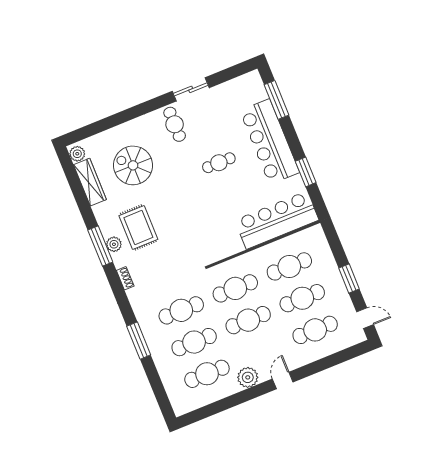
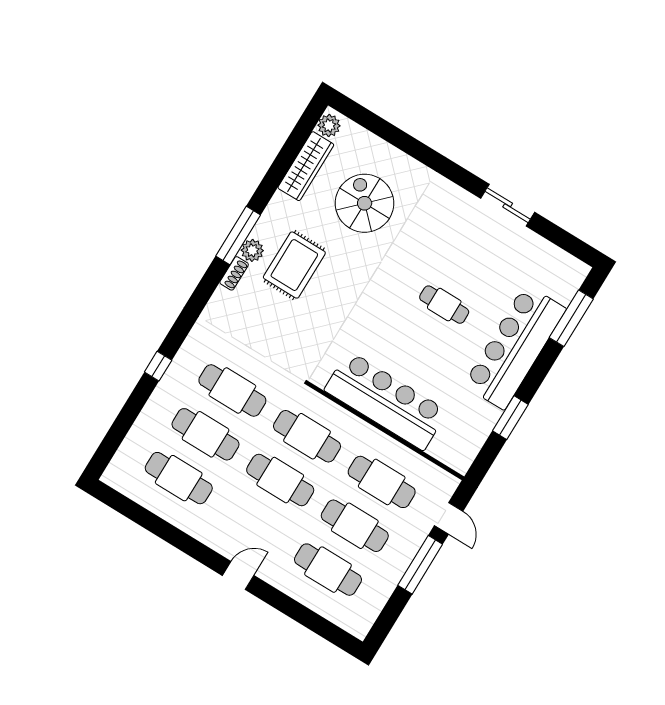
cafe table: (175, 124) -> (451, 217), removed
bar counter: (277, 220) -> (386, 401), moved
shoe rack: (125, 278) -> (234, 273), moved
window: (349, 279) -> (420, 565), width x1.44
door: (365, 318) -> (449, 518), moved
window: (139, 341) -> (158, 366), width x0.46
plant: (248, 377) -> (211, 530), removed

